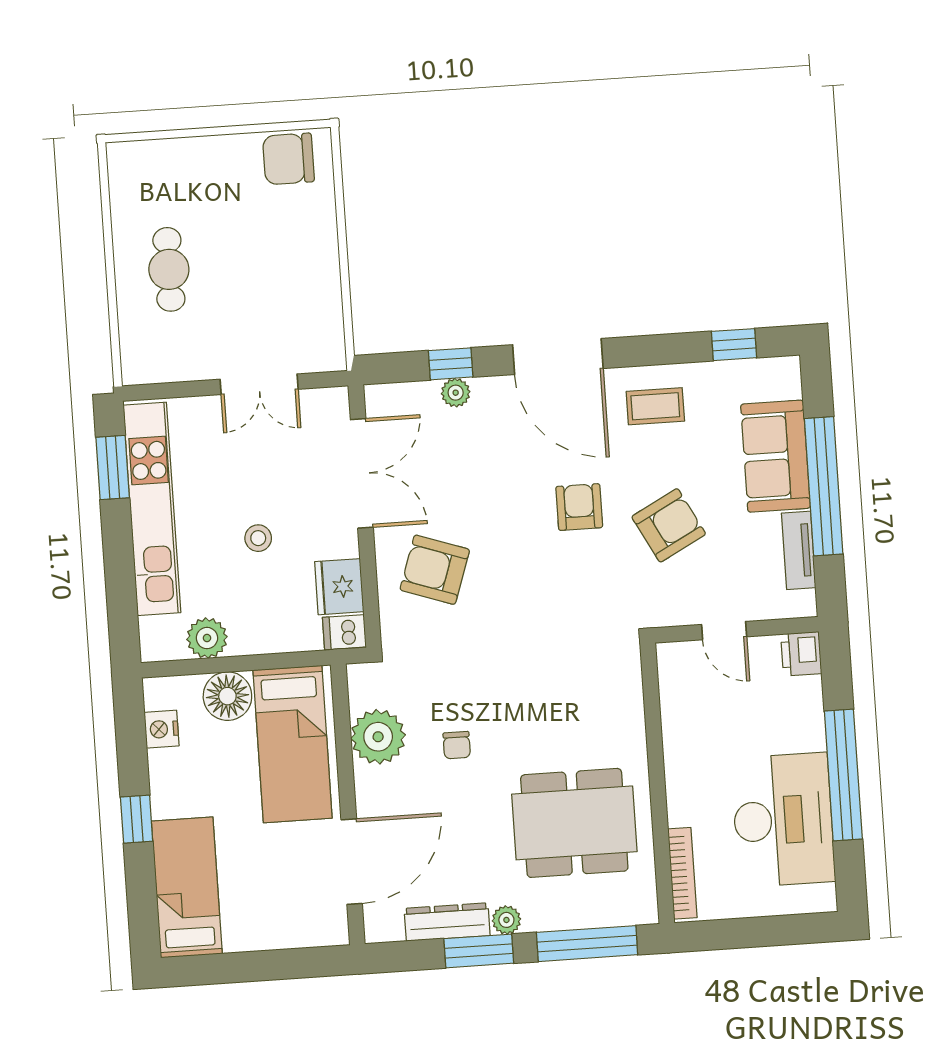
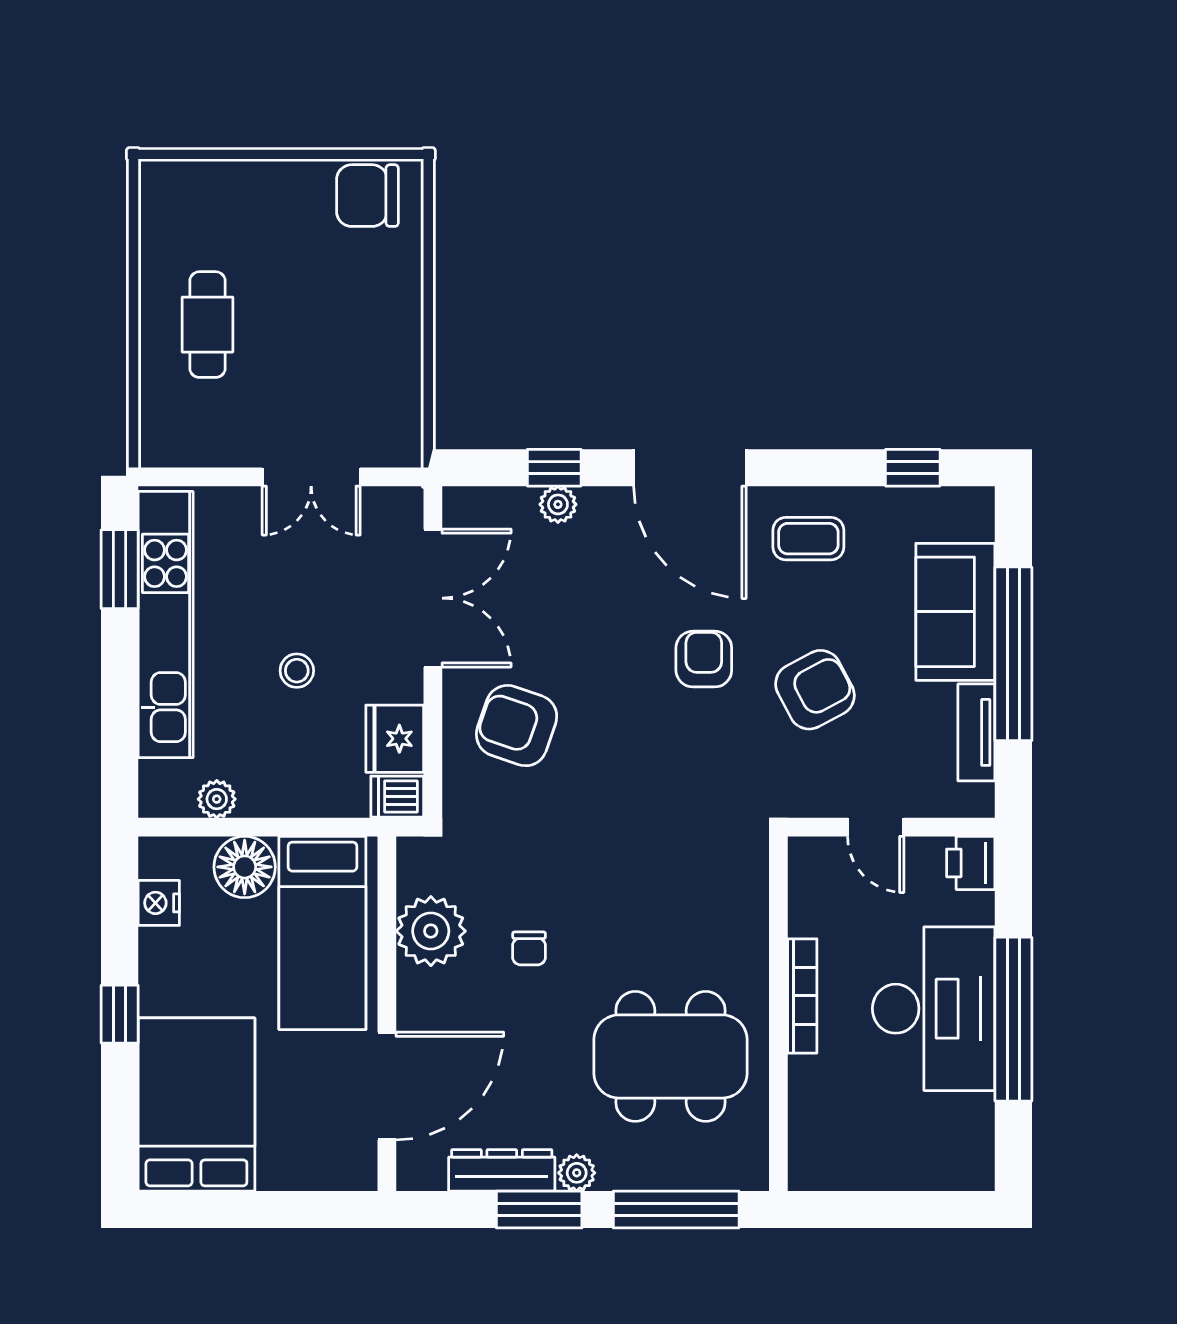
plant: (207, 638) -> (217, 799), width x0.73, depth x0.73
desk: (783, 820) -> (934, 1009), moved
bookcase: (682, 873) -> (802, 996), moved
bed: (187, 887) -> (196, 1104), width x1.50

